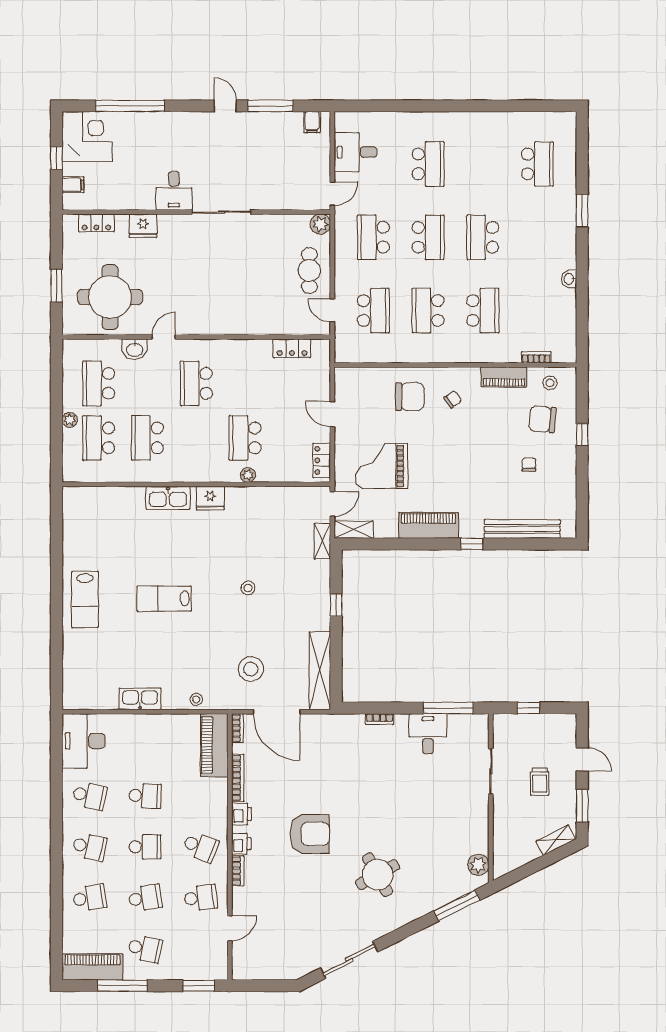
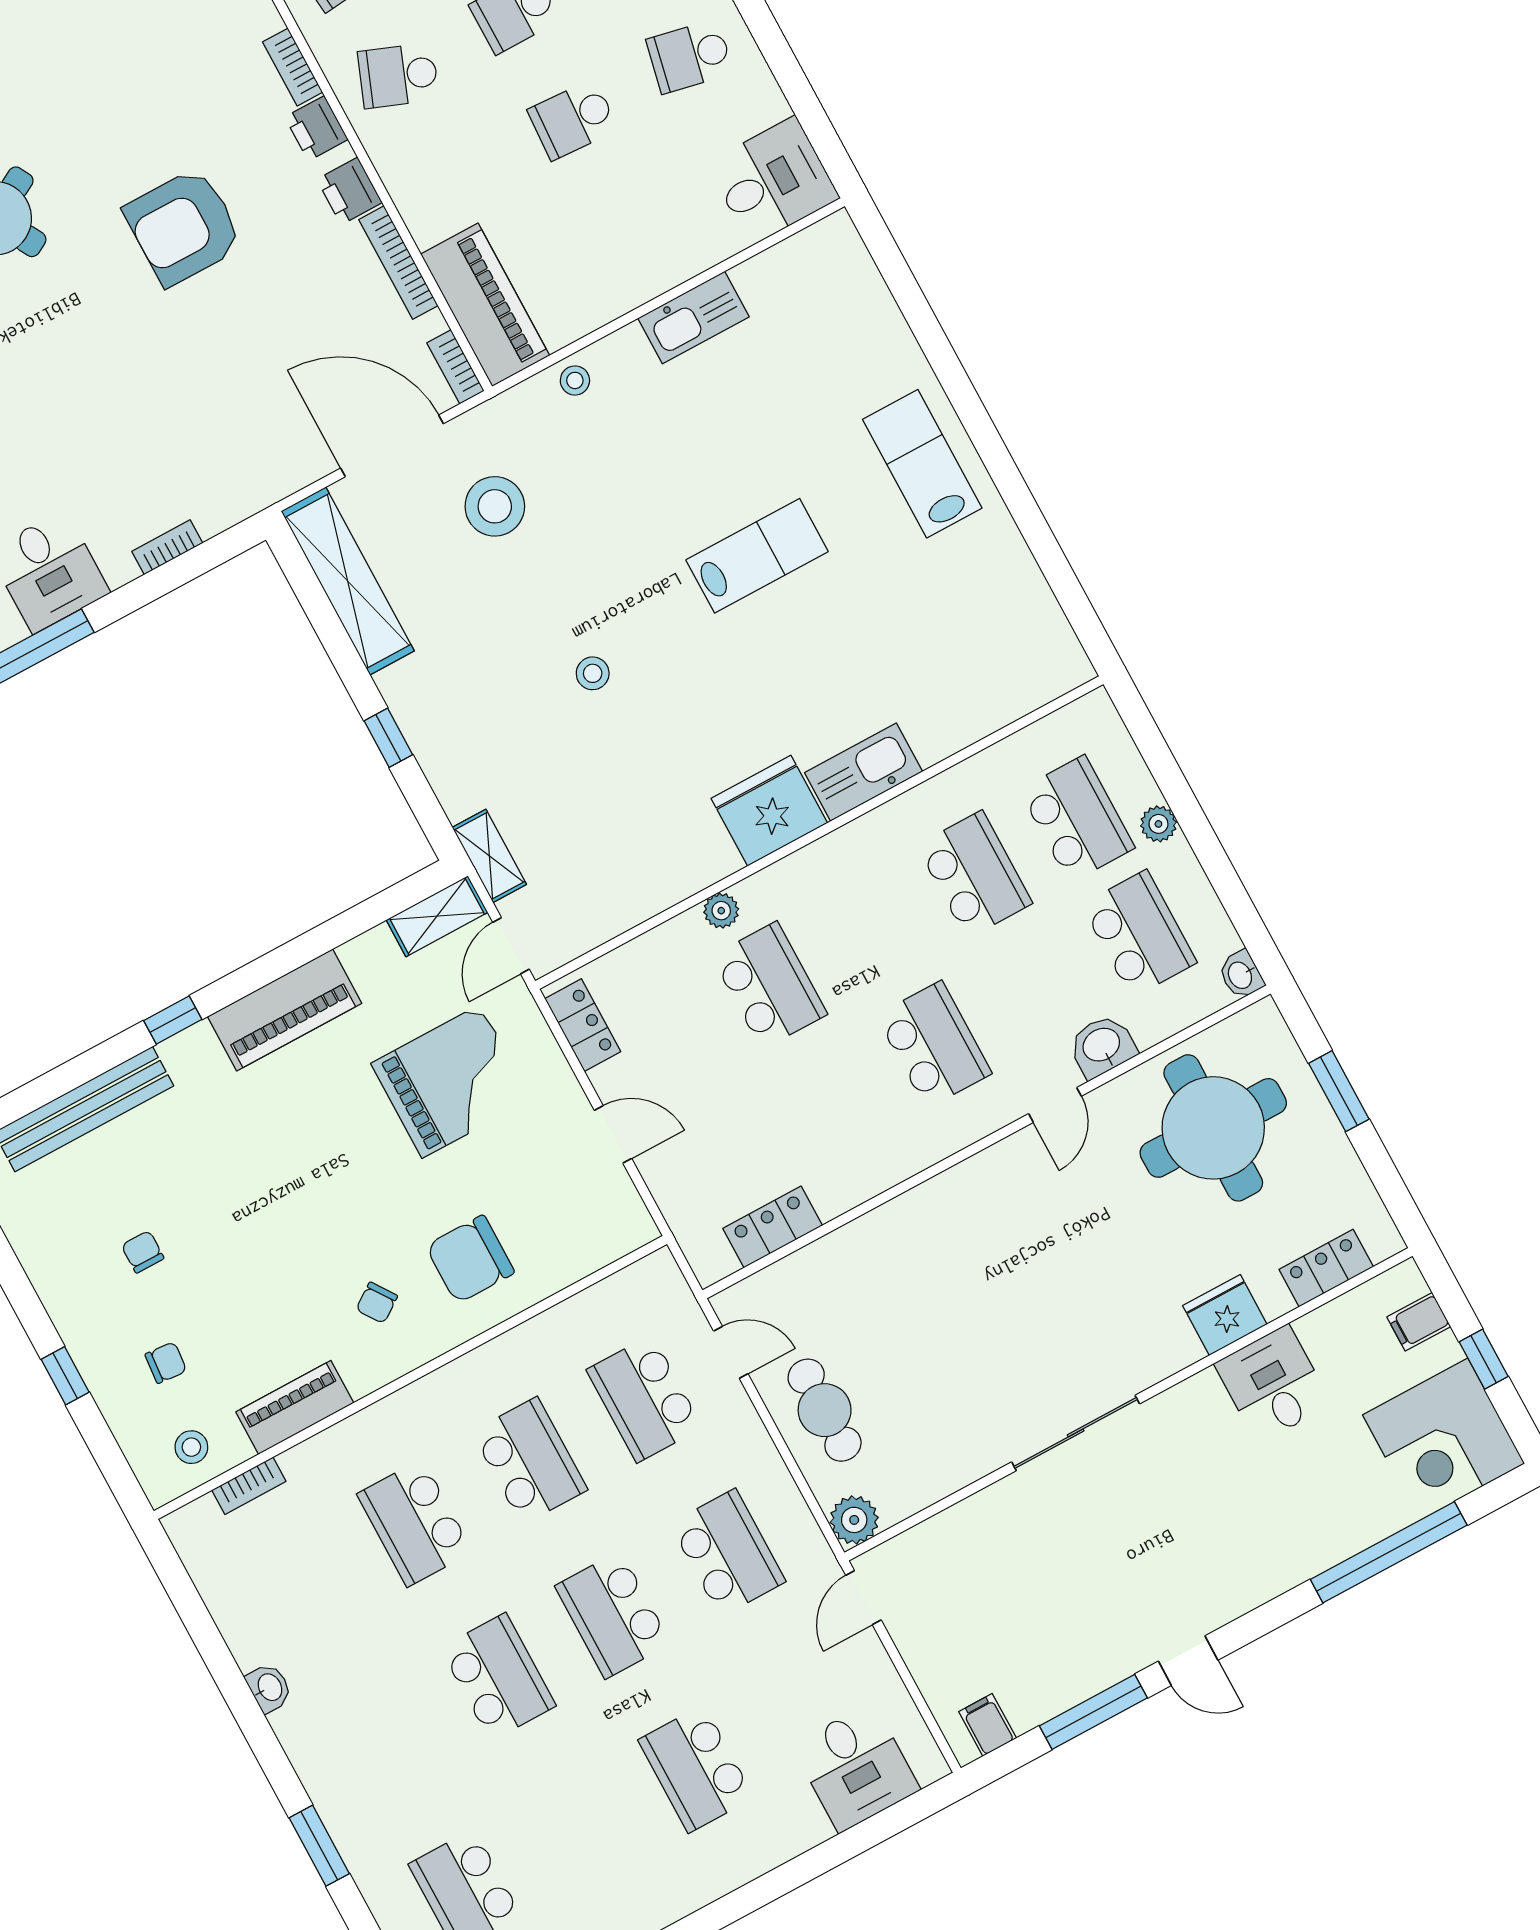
desk: (355, 152) -> (856, 1767), moved, turned 90
desk: (174, 191) -> (1273, 1384), moved
washbasin: (69, 348) -> (1241, 975), added
chair: (542, 419) -> (166, 1363), width x0.54, depth x0.54
chair: (529, 465) -> (143, 1252), turned 180
fridge: (210, 498) -> (769, 811), width x1.36, depth x1.34
desk: (84, 741) -> (773, 181), width x0.73

